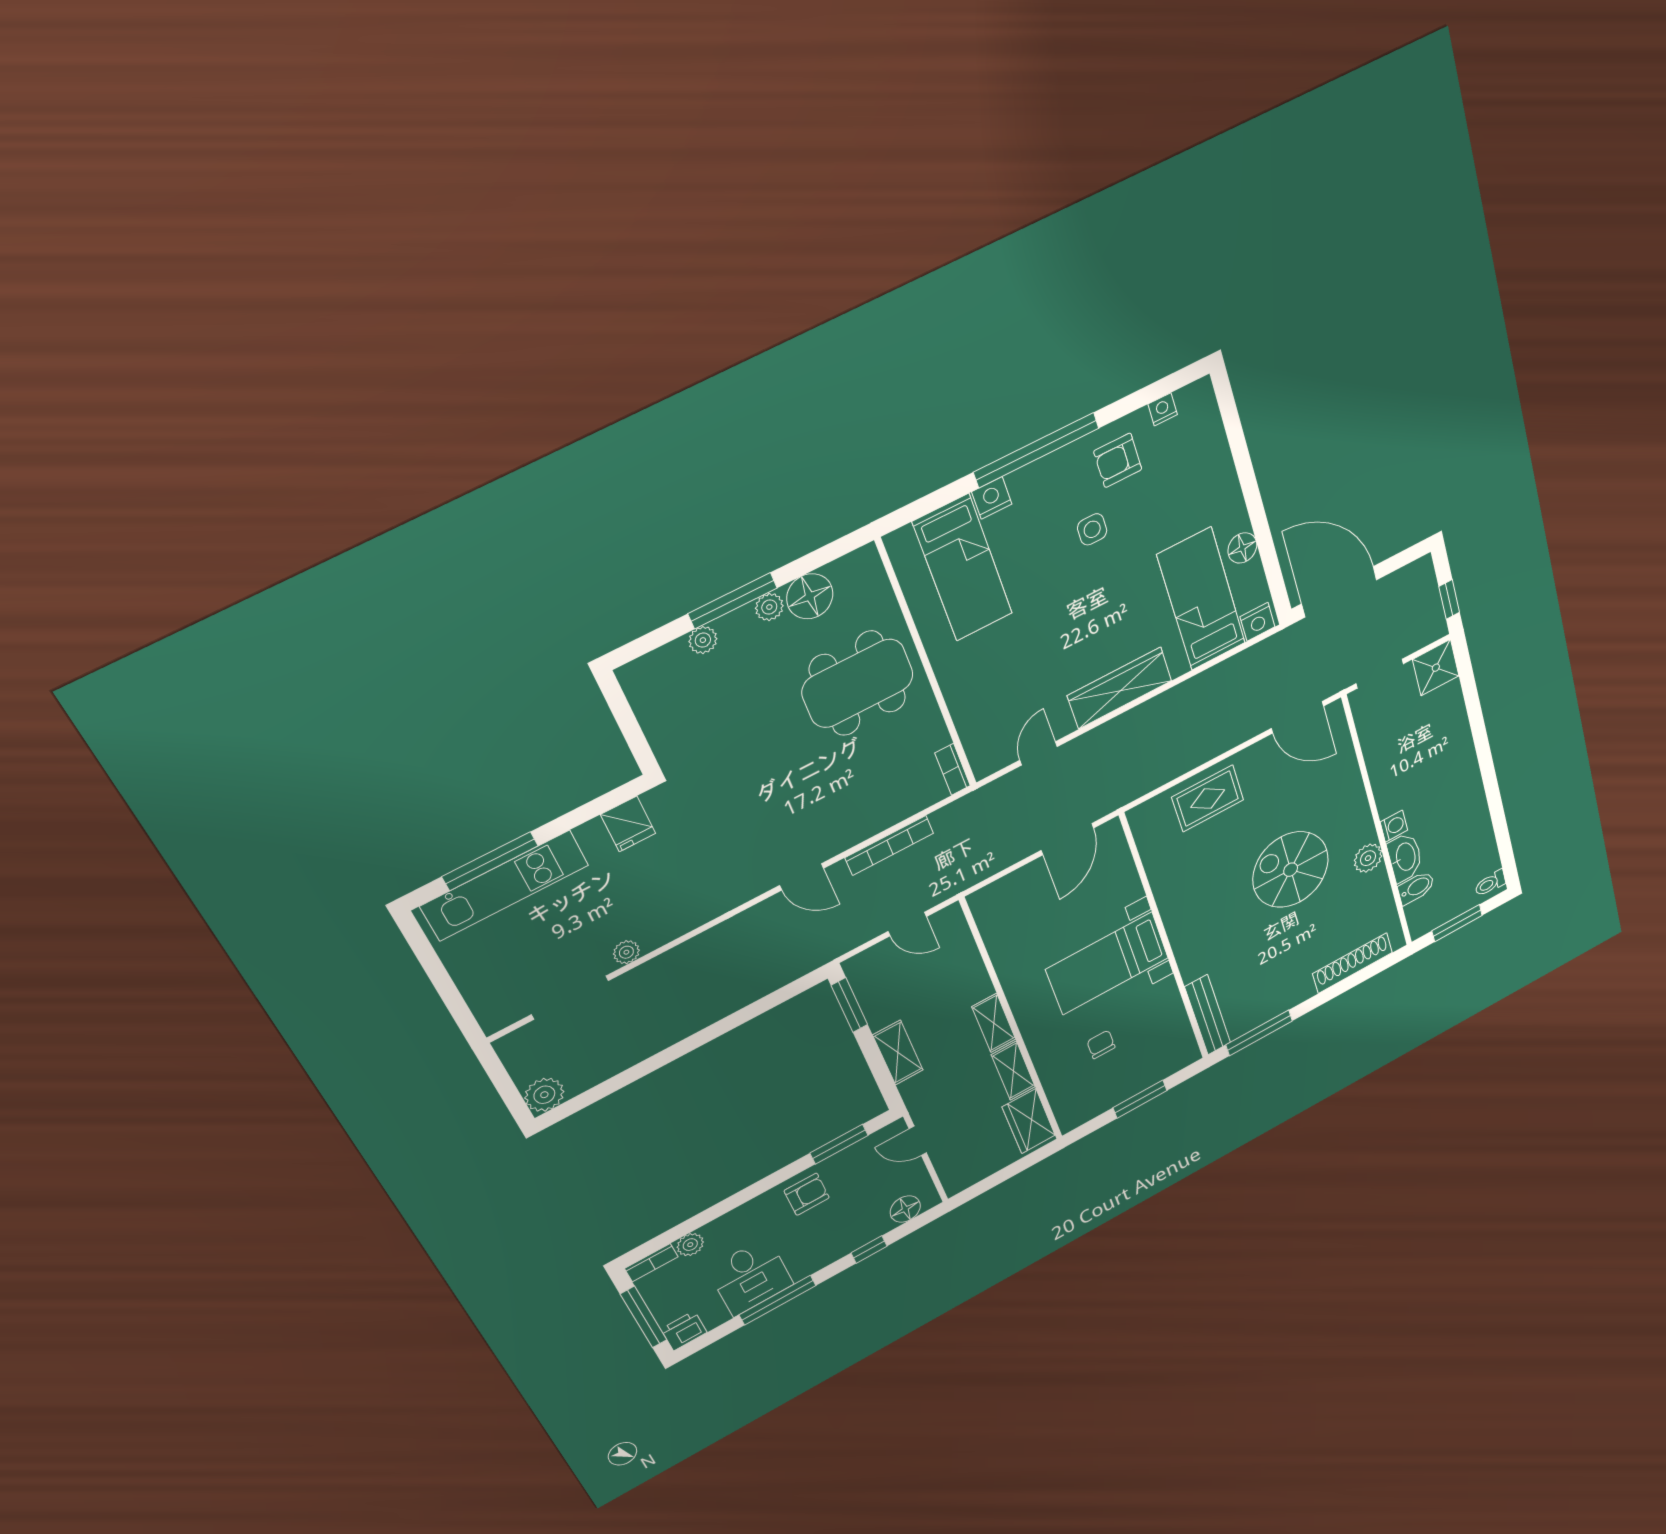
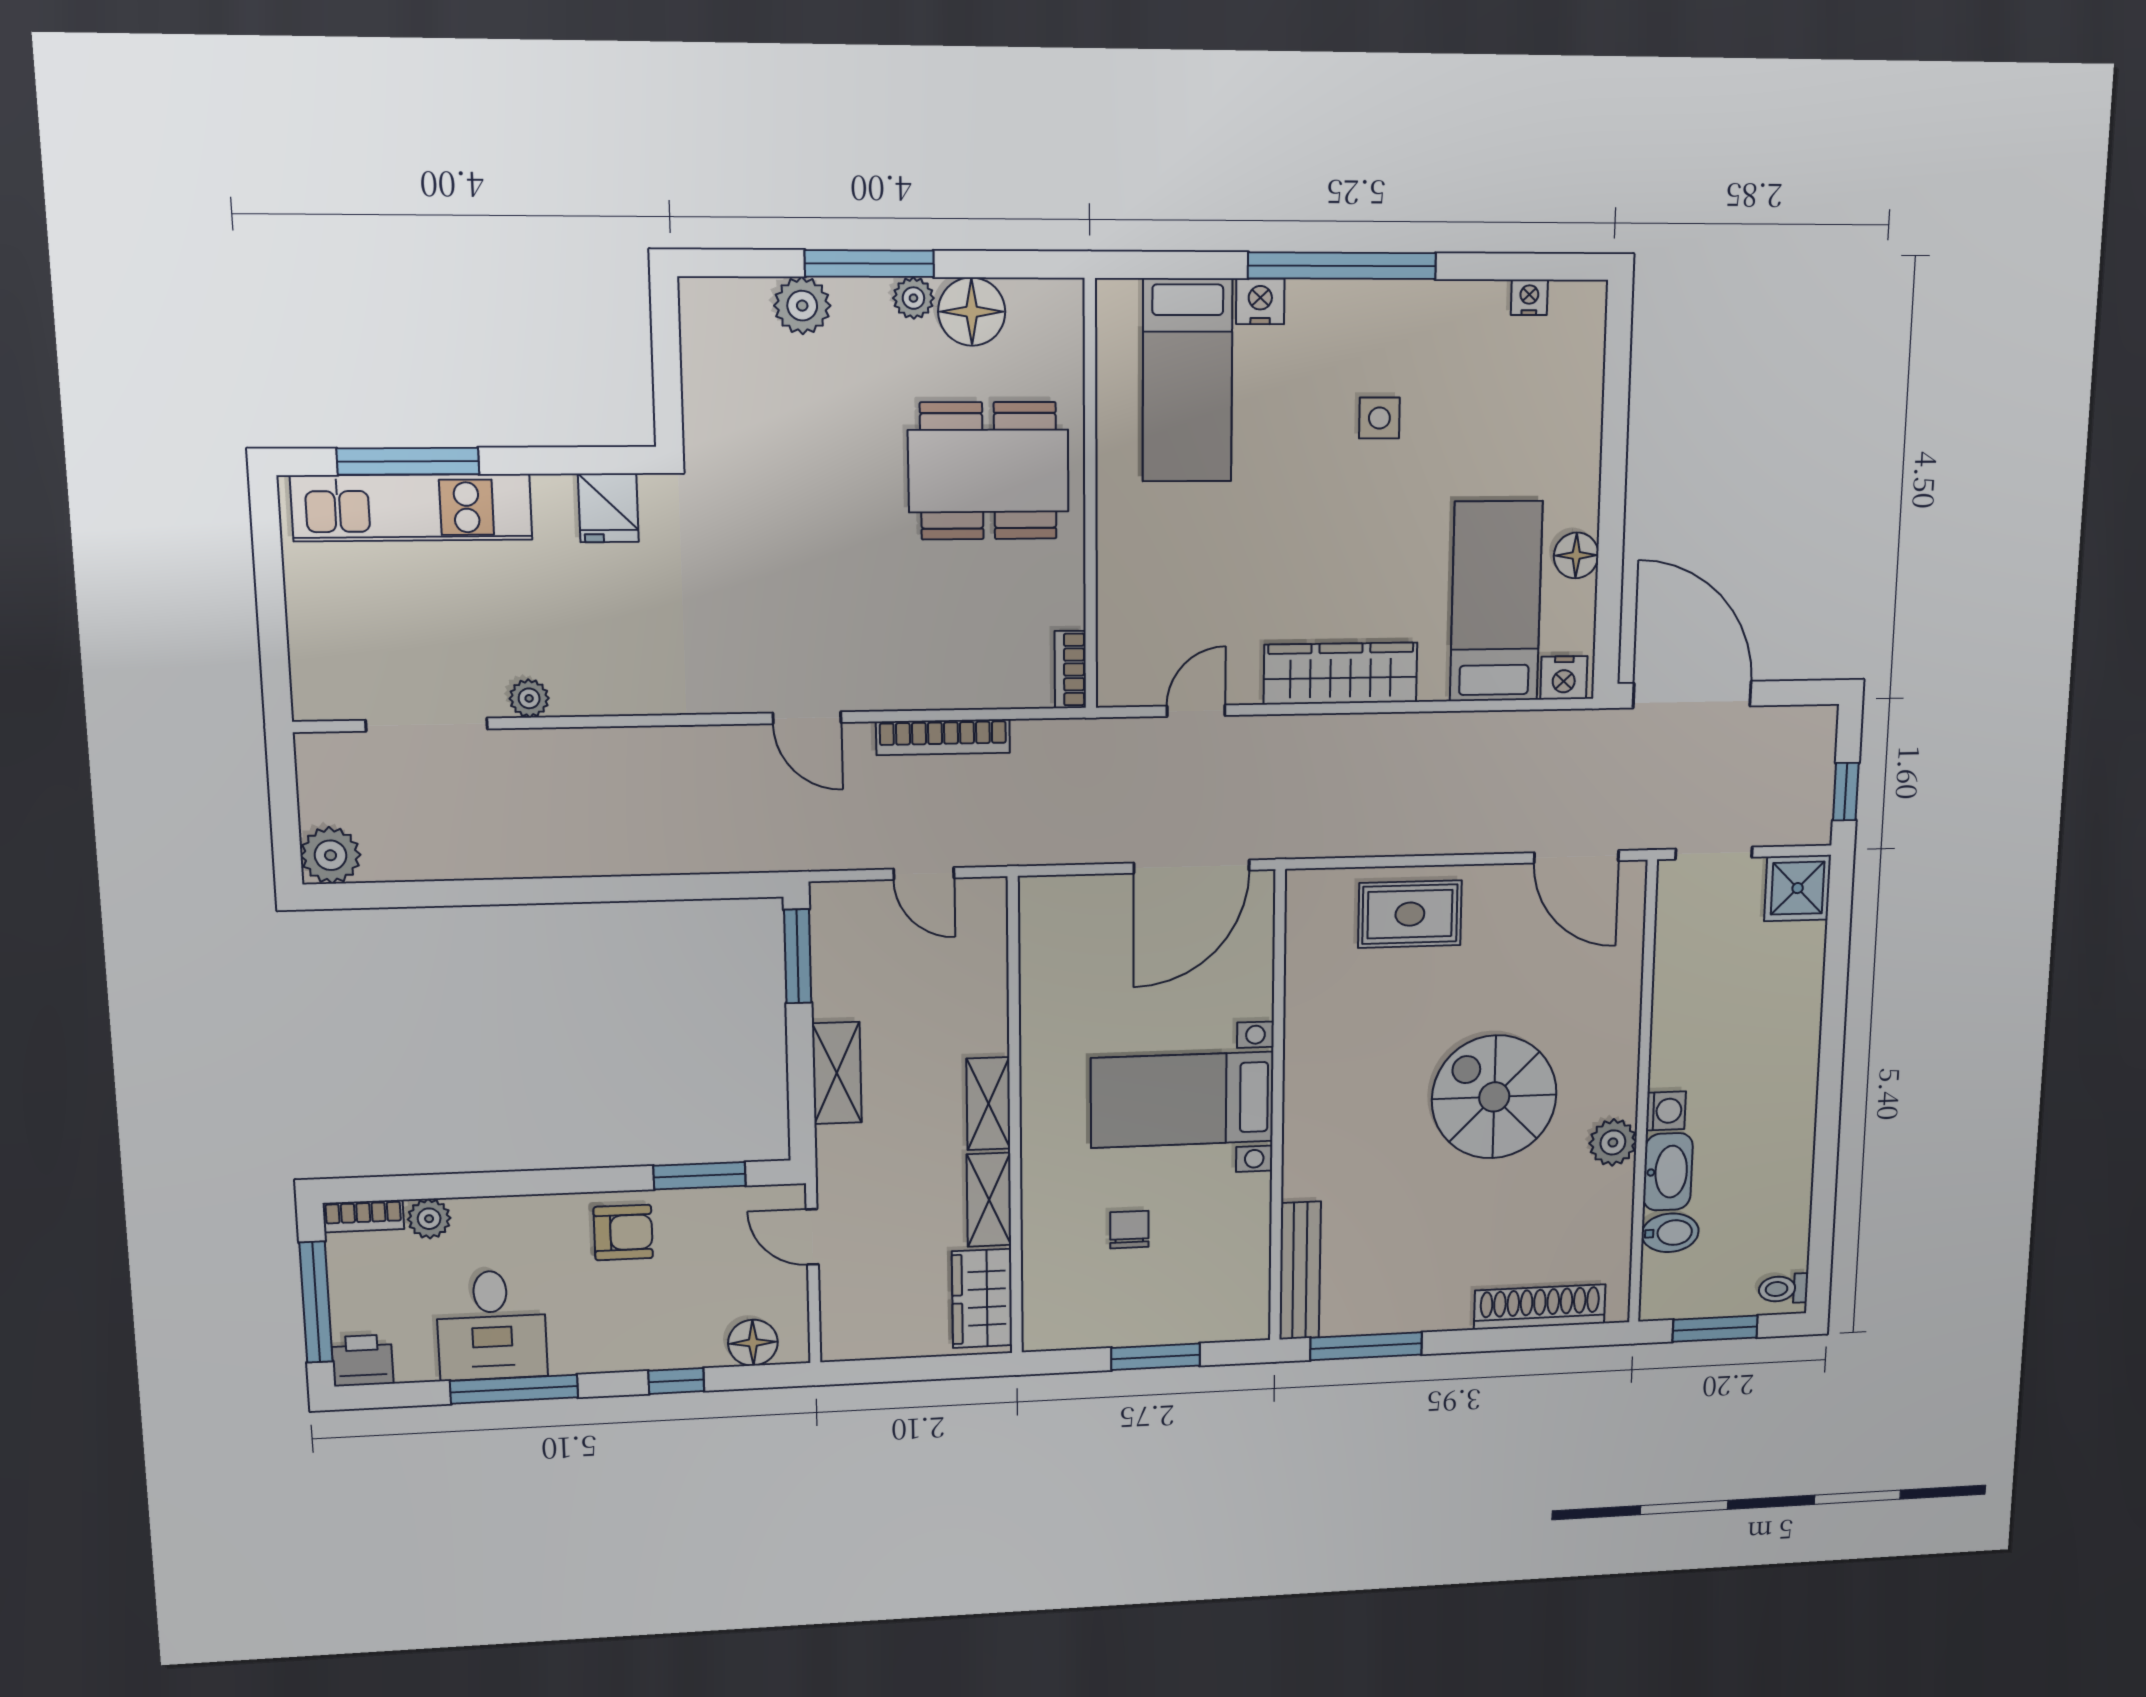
armchair: (1118, 460) -> (1446, 338), removed
plant: (703, 640) -> (802, 306), width x1.38, depth x1.38
door: (1067, 839) -> (1192, 867), width x1.36

